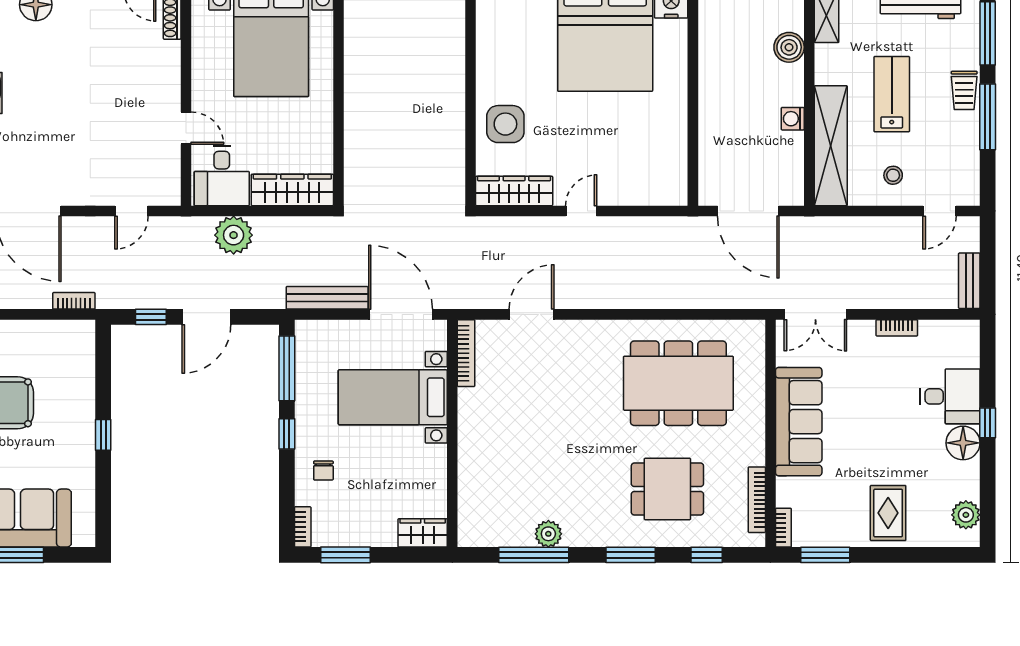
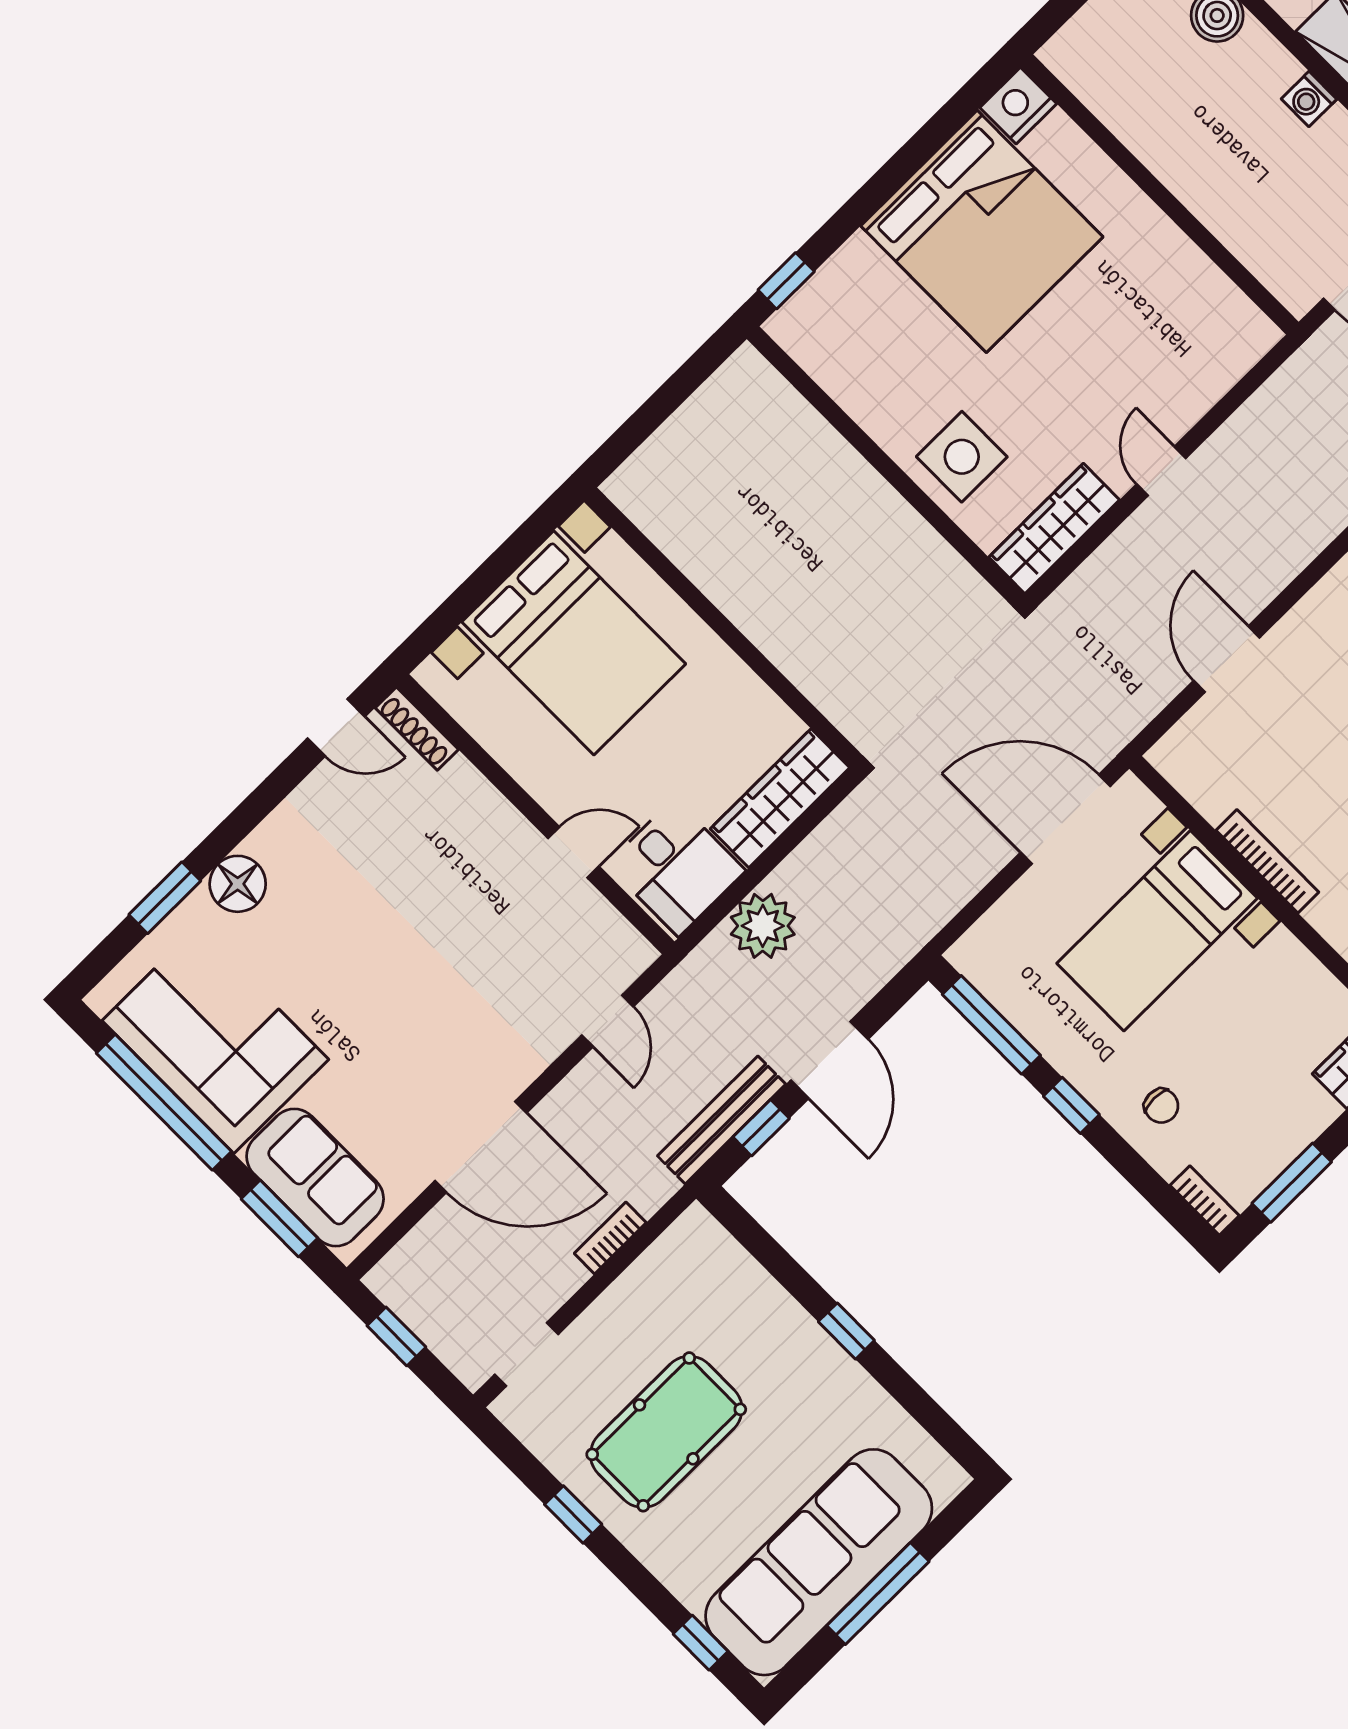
bench: (327, 298) -> (722, 1120), moved
bookcase: (74, 301) -> (610, 1238), moved
bookcase: (466, 353) -> (1267, 861), moved

